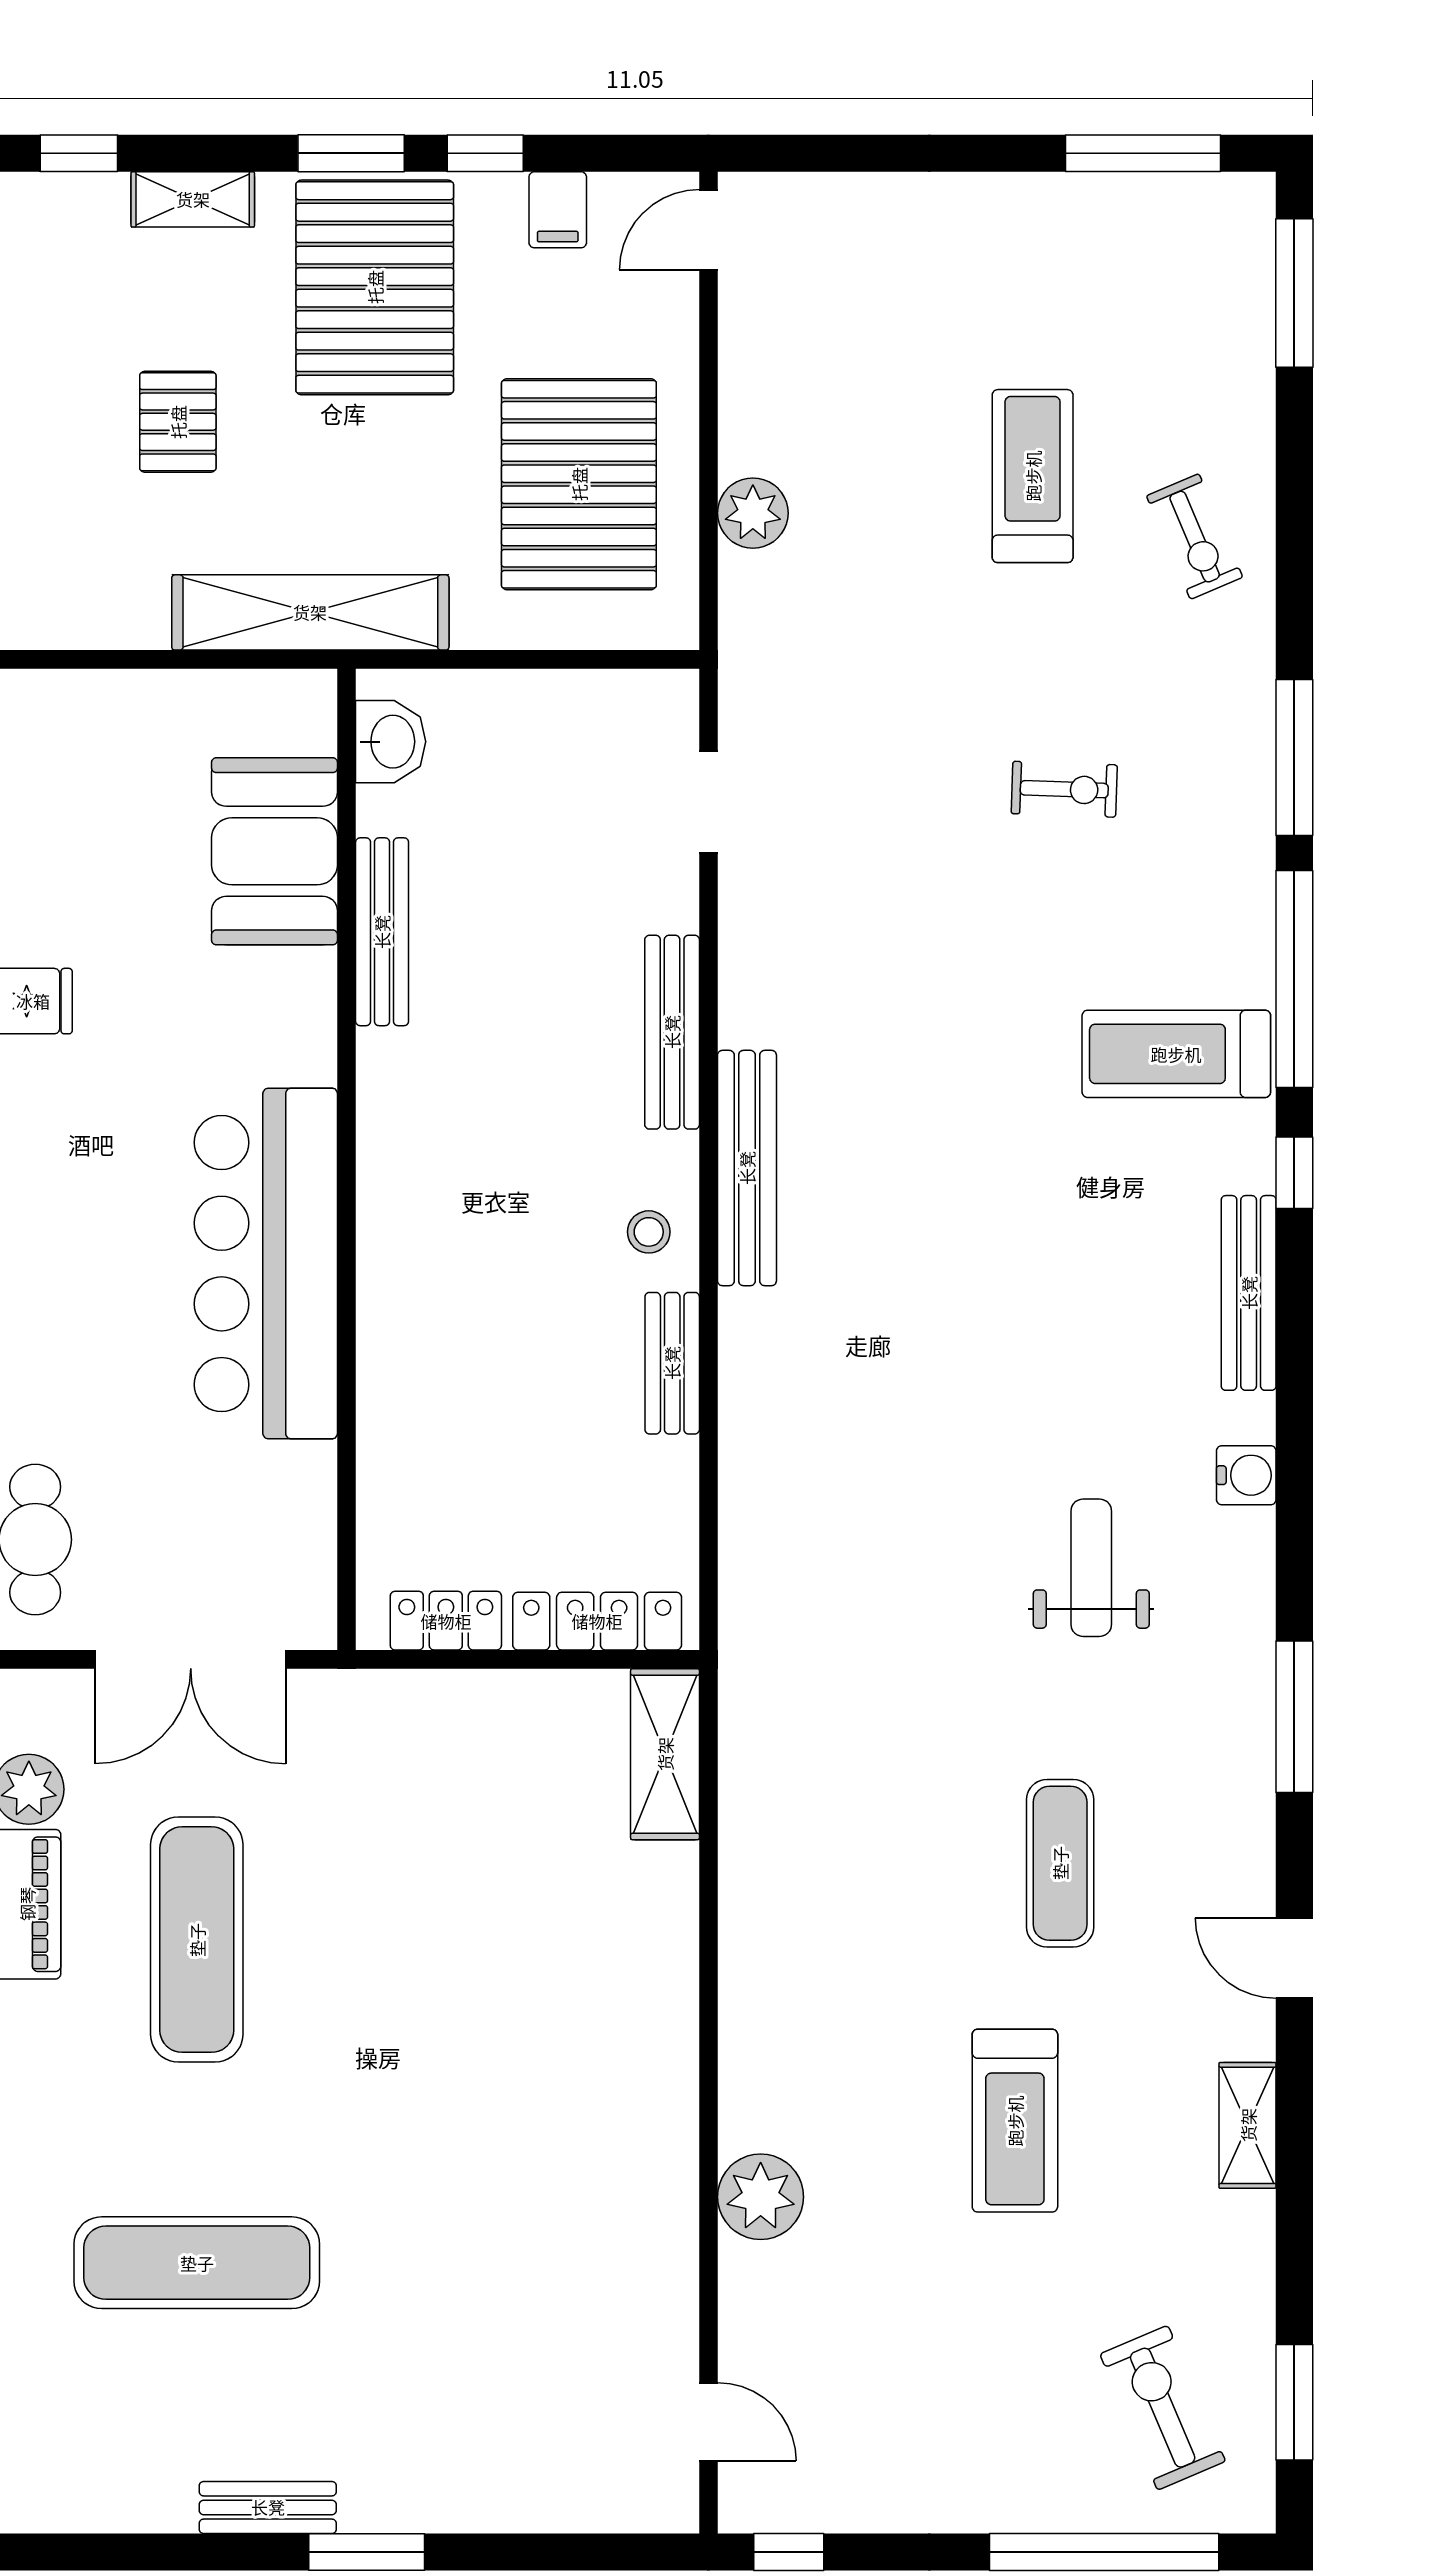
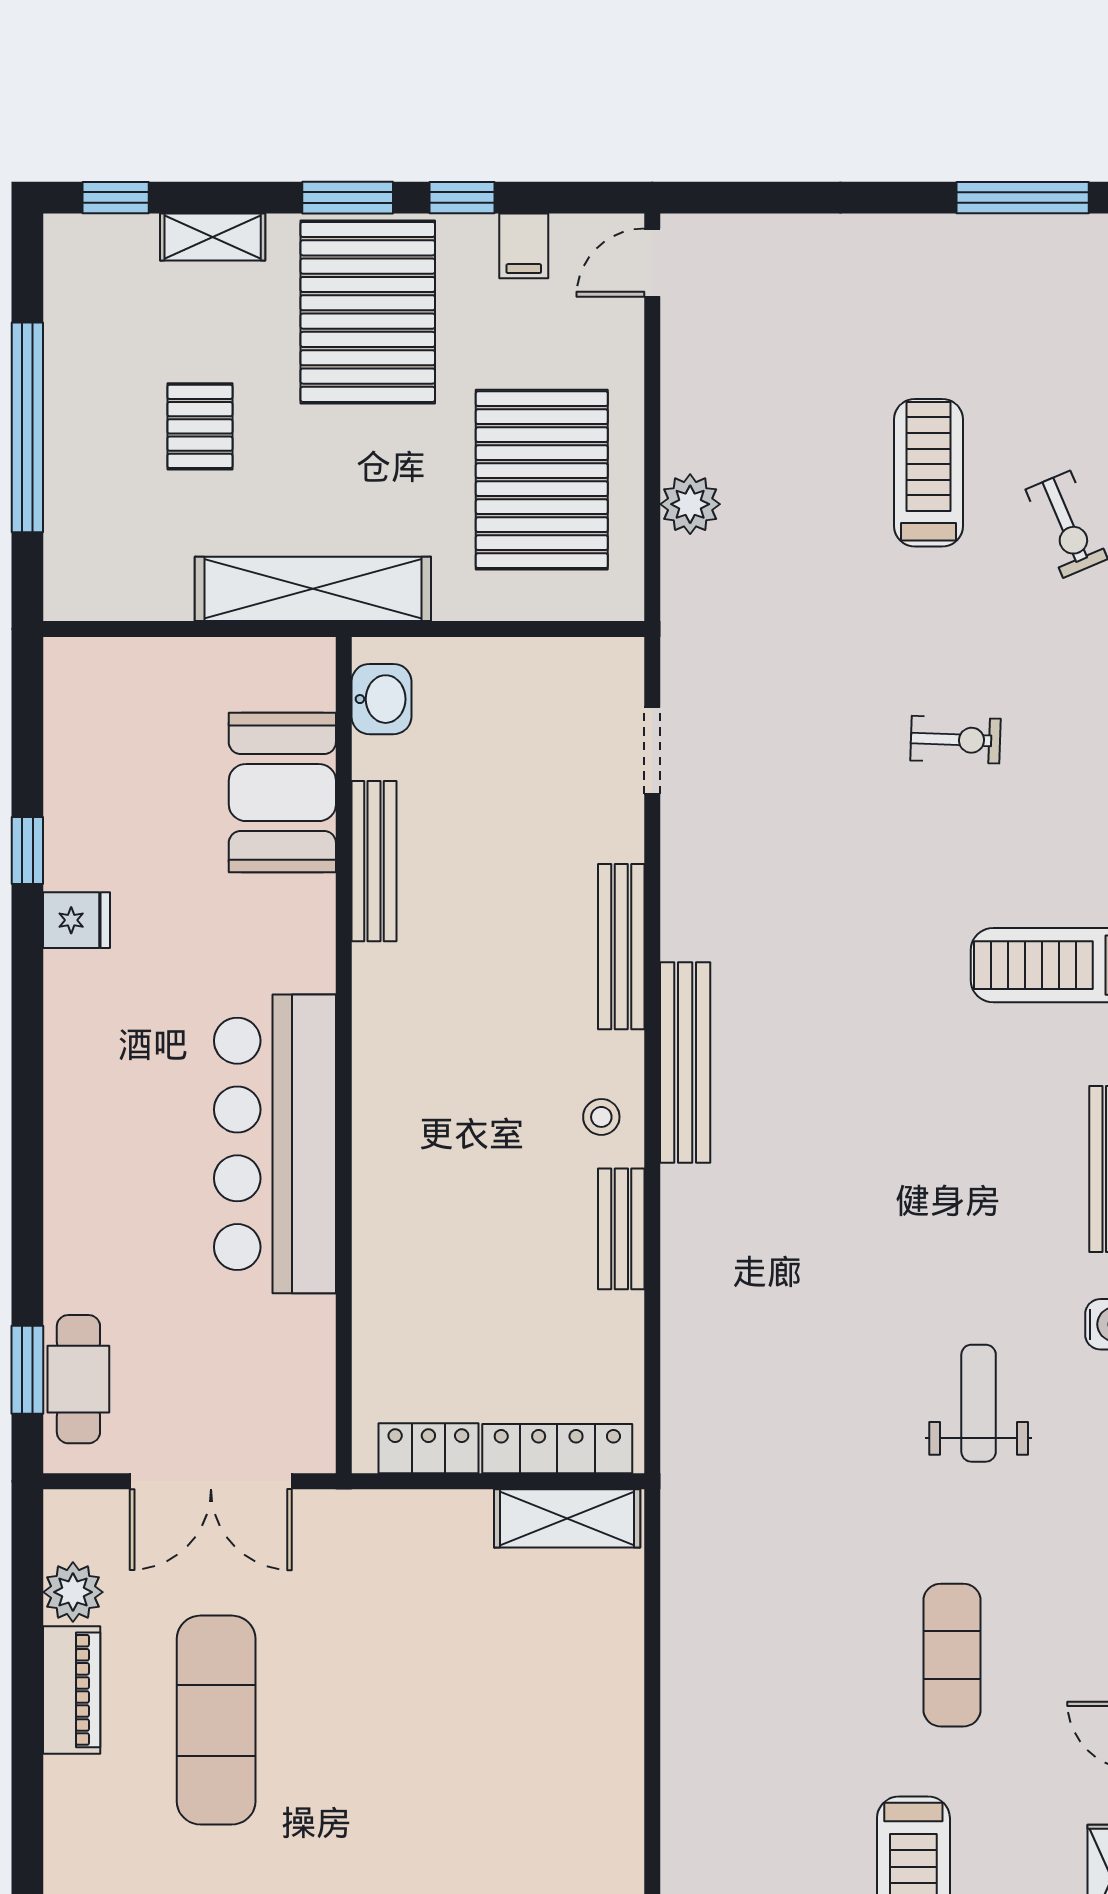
shelving: (665, 1754) -> (567, 1518), moved, turned 90

